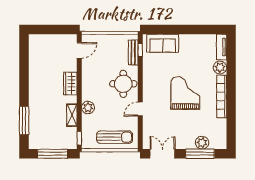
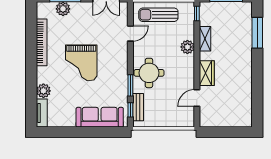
sofa: (163, 43) -> (100, 117), width x1.36
door: (79, 50) -> (197, 98), moved
window: (140, 72) -> (130, 85), added
bookcase: (222, 96) -> (42, 42), moved
door: (140, 109) -> (130, 33), moved

